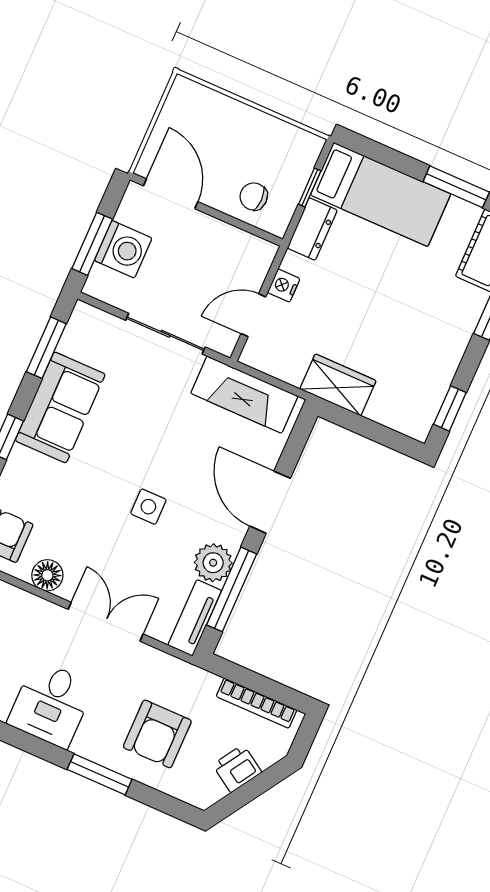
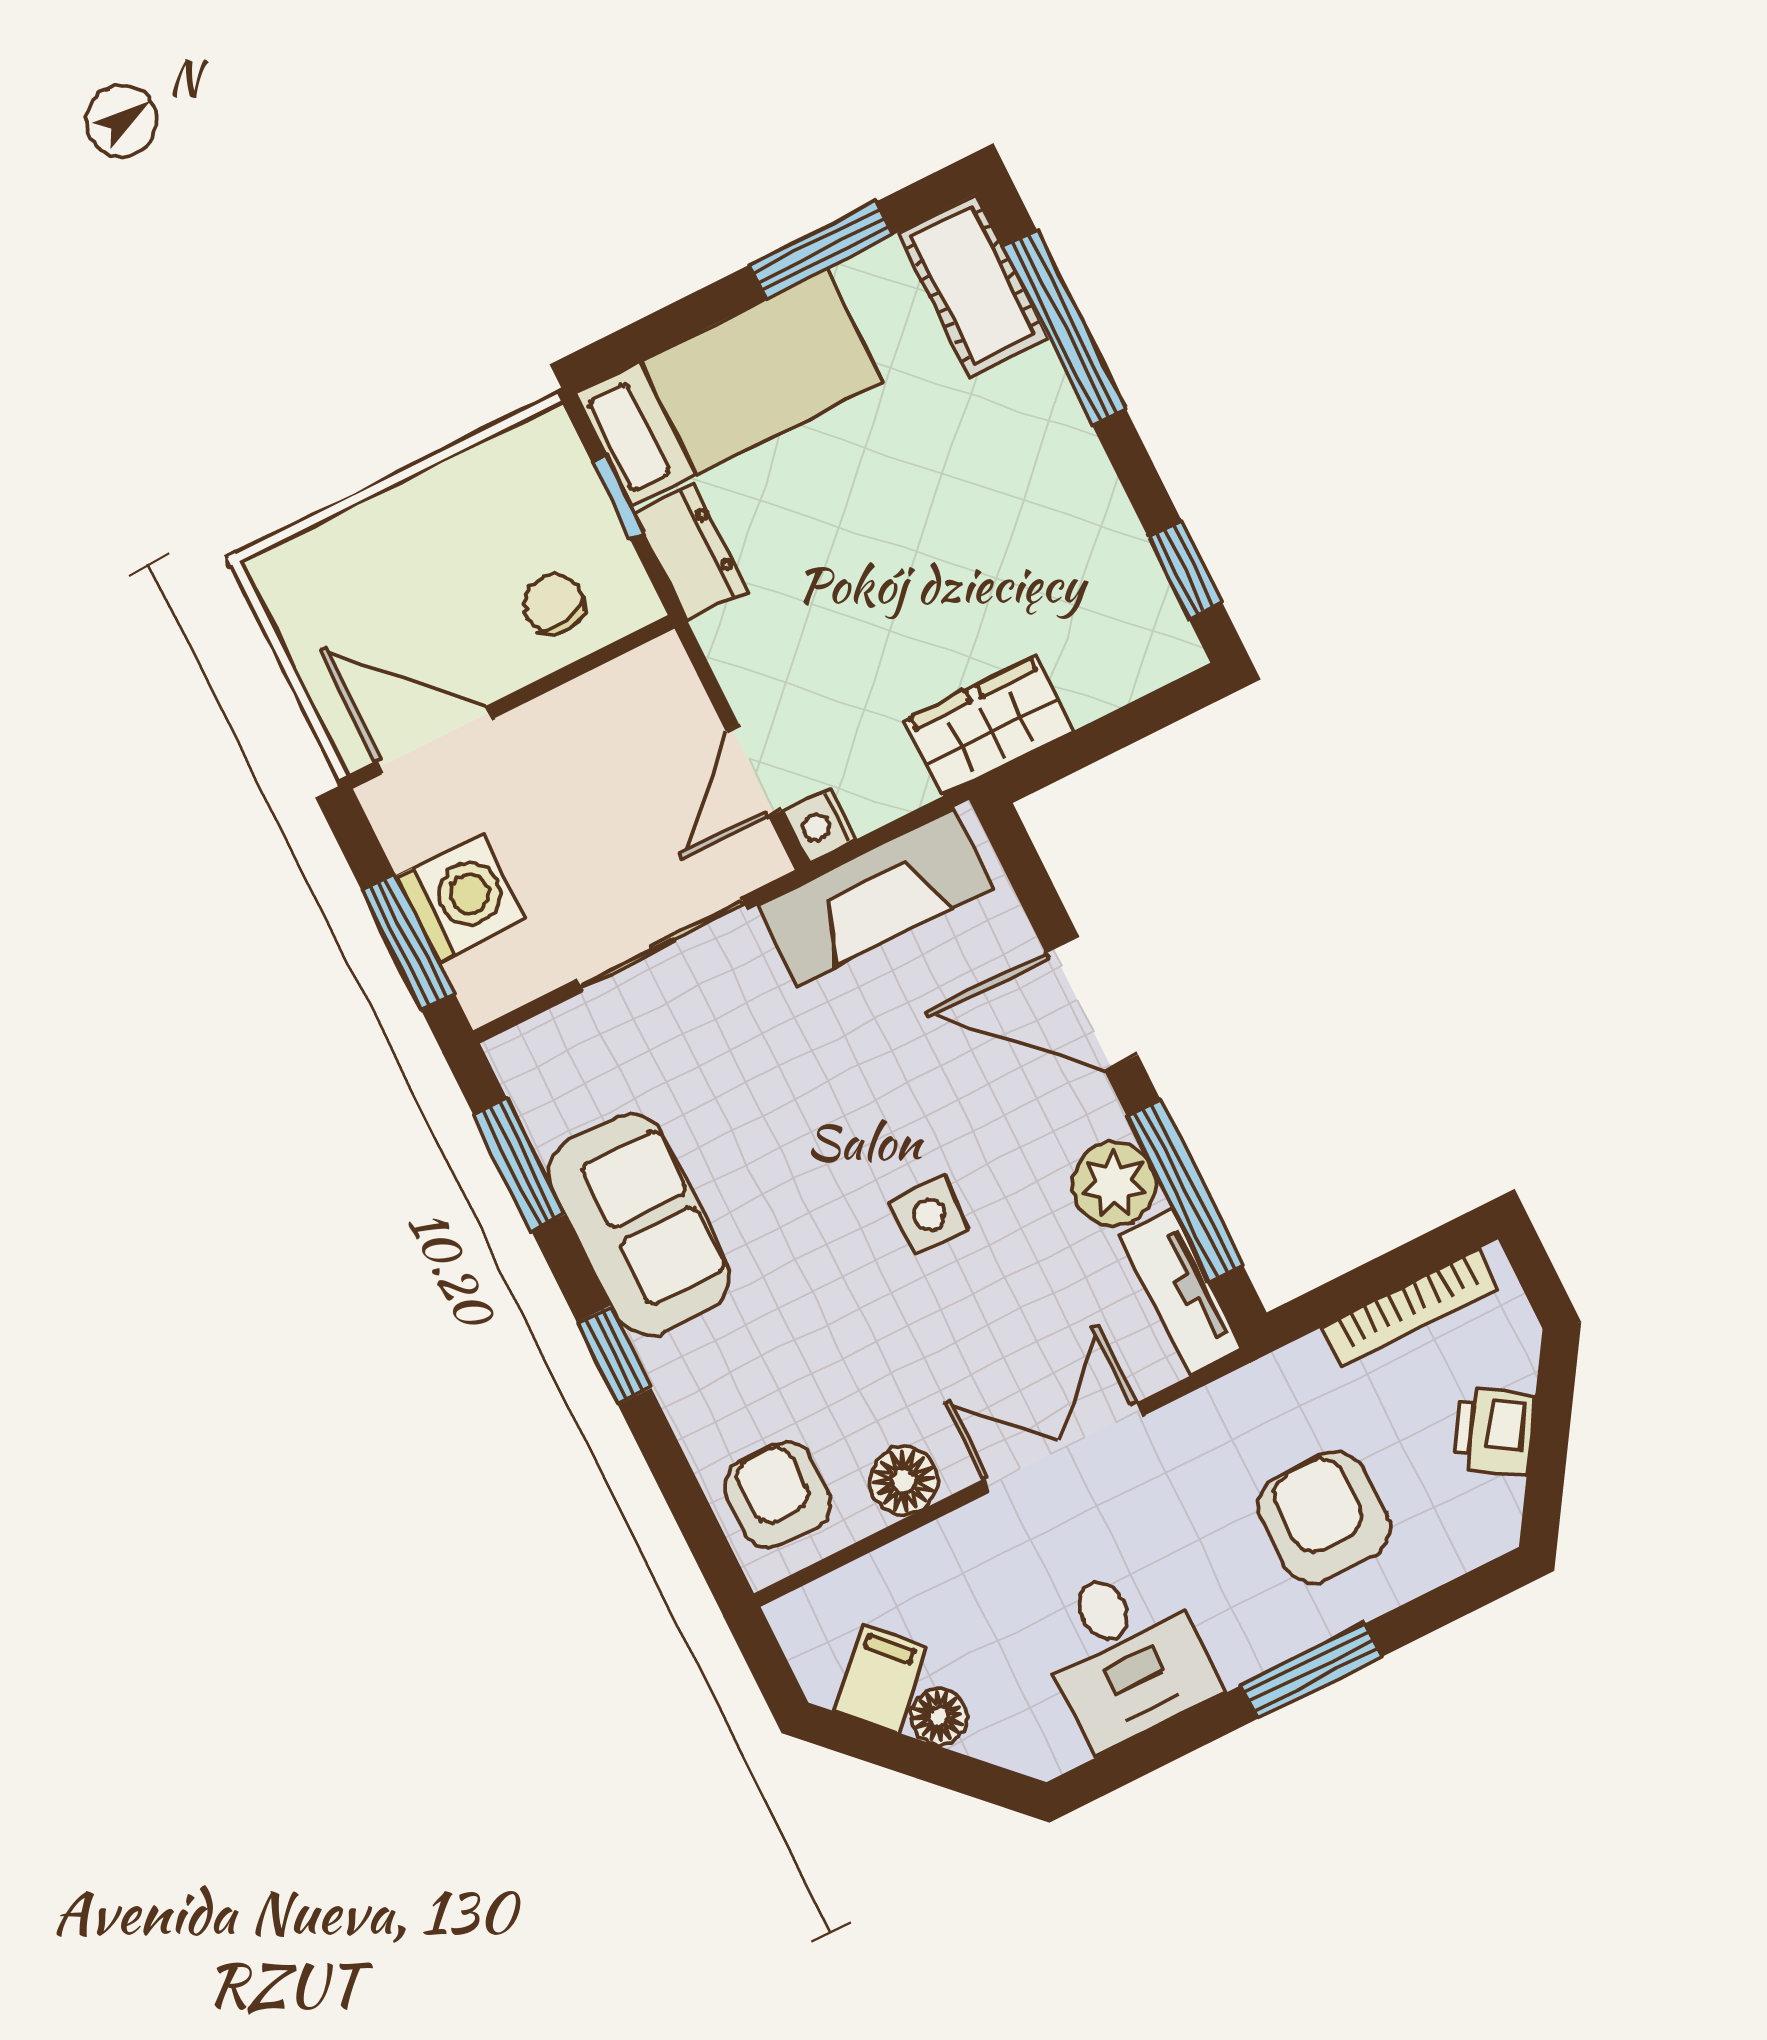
chair: (254, 196) -> (554, 604), turned 80
nightstand: (284, 285) -> (820, 826), moved
armchair: (157, 734) -> (1324, 1517), turned 180

